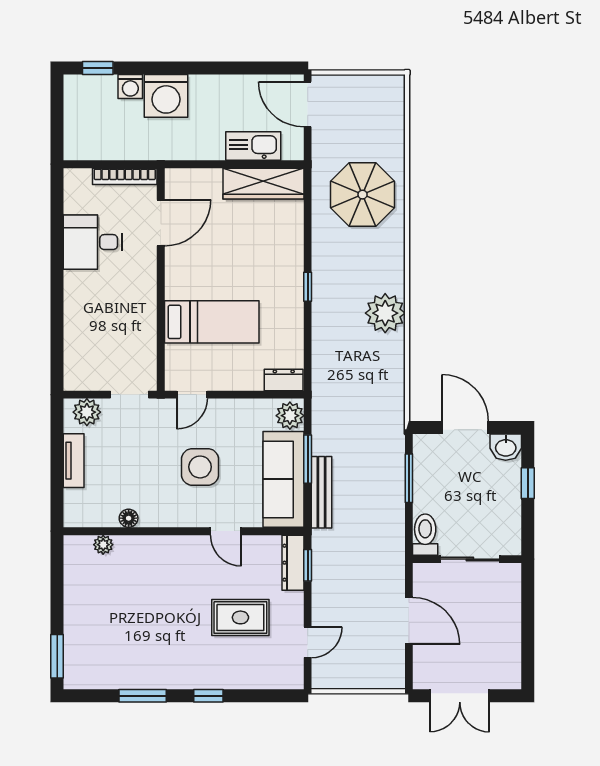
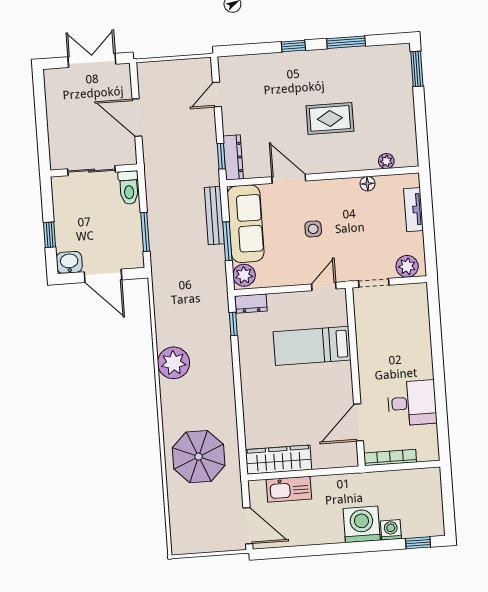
window: (308, 287) -> (233, 324), moved
tv unit: (74, 461) -> (414, 210), moved
side table: (200, 467) -> (313, 229), width x0.54, depth x0.54
door: (226, 531) -> (289, 179), width x1.38
rug: (240, 617) -> (330, 118), moved

